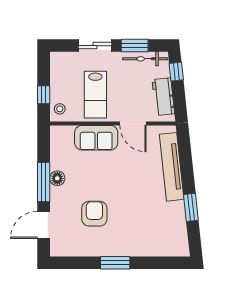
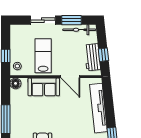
window: (176, 72) -> (103, 55), moved
lab bench: (95, 95) -> (43, 56), turned 180
floor lamp: (57, 178) -> (16, 83), moved

